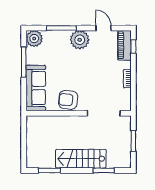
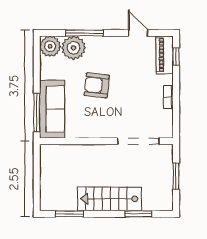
plant: (80, 40) -> (74, 48), moved
window: (24, 62) -> (37, 113), moved
armchair: (68, 100) -> (97, 85), moved

